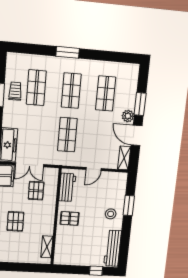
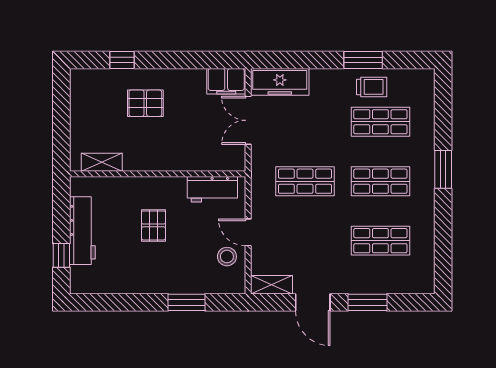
plant: (128, 116) -> (345, 283), removed
door: (137, 135) -> (313, 302), swing flipped
pallet: (36, 191) -> (203, 135), removed
stool: (111, 214) -> (227, 257), moved
pallet: (70, 218) -> (153, 225), moved
workbench: (113, 248) -> (82, 231), moved, turned 90

